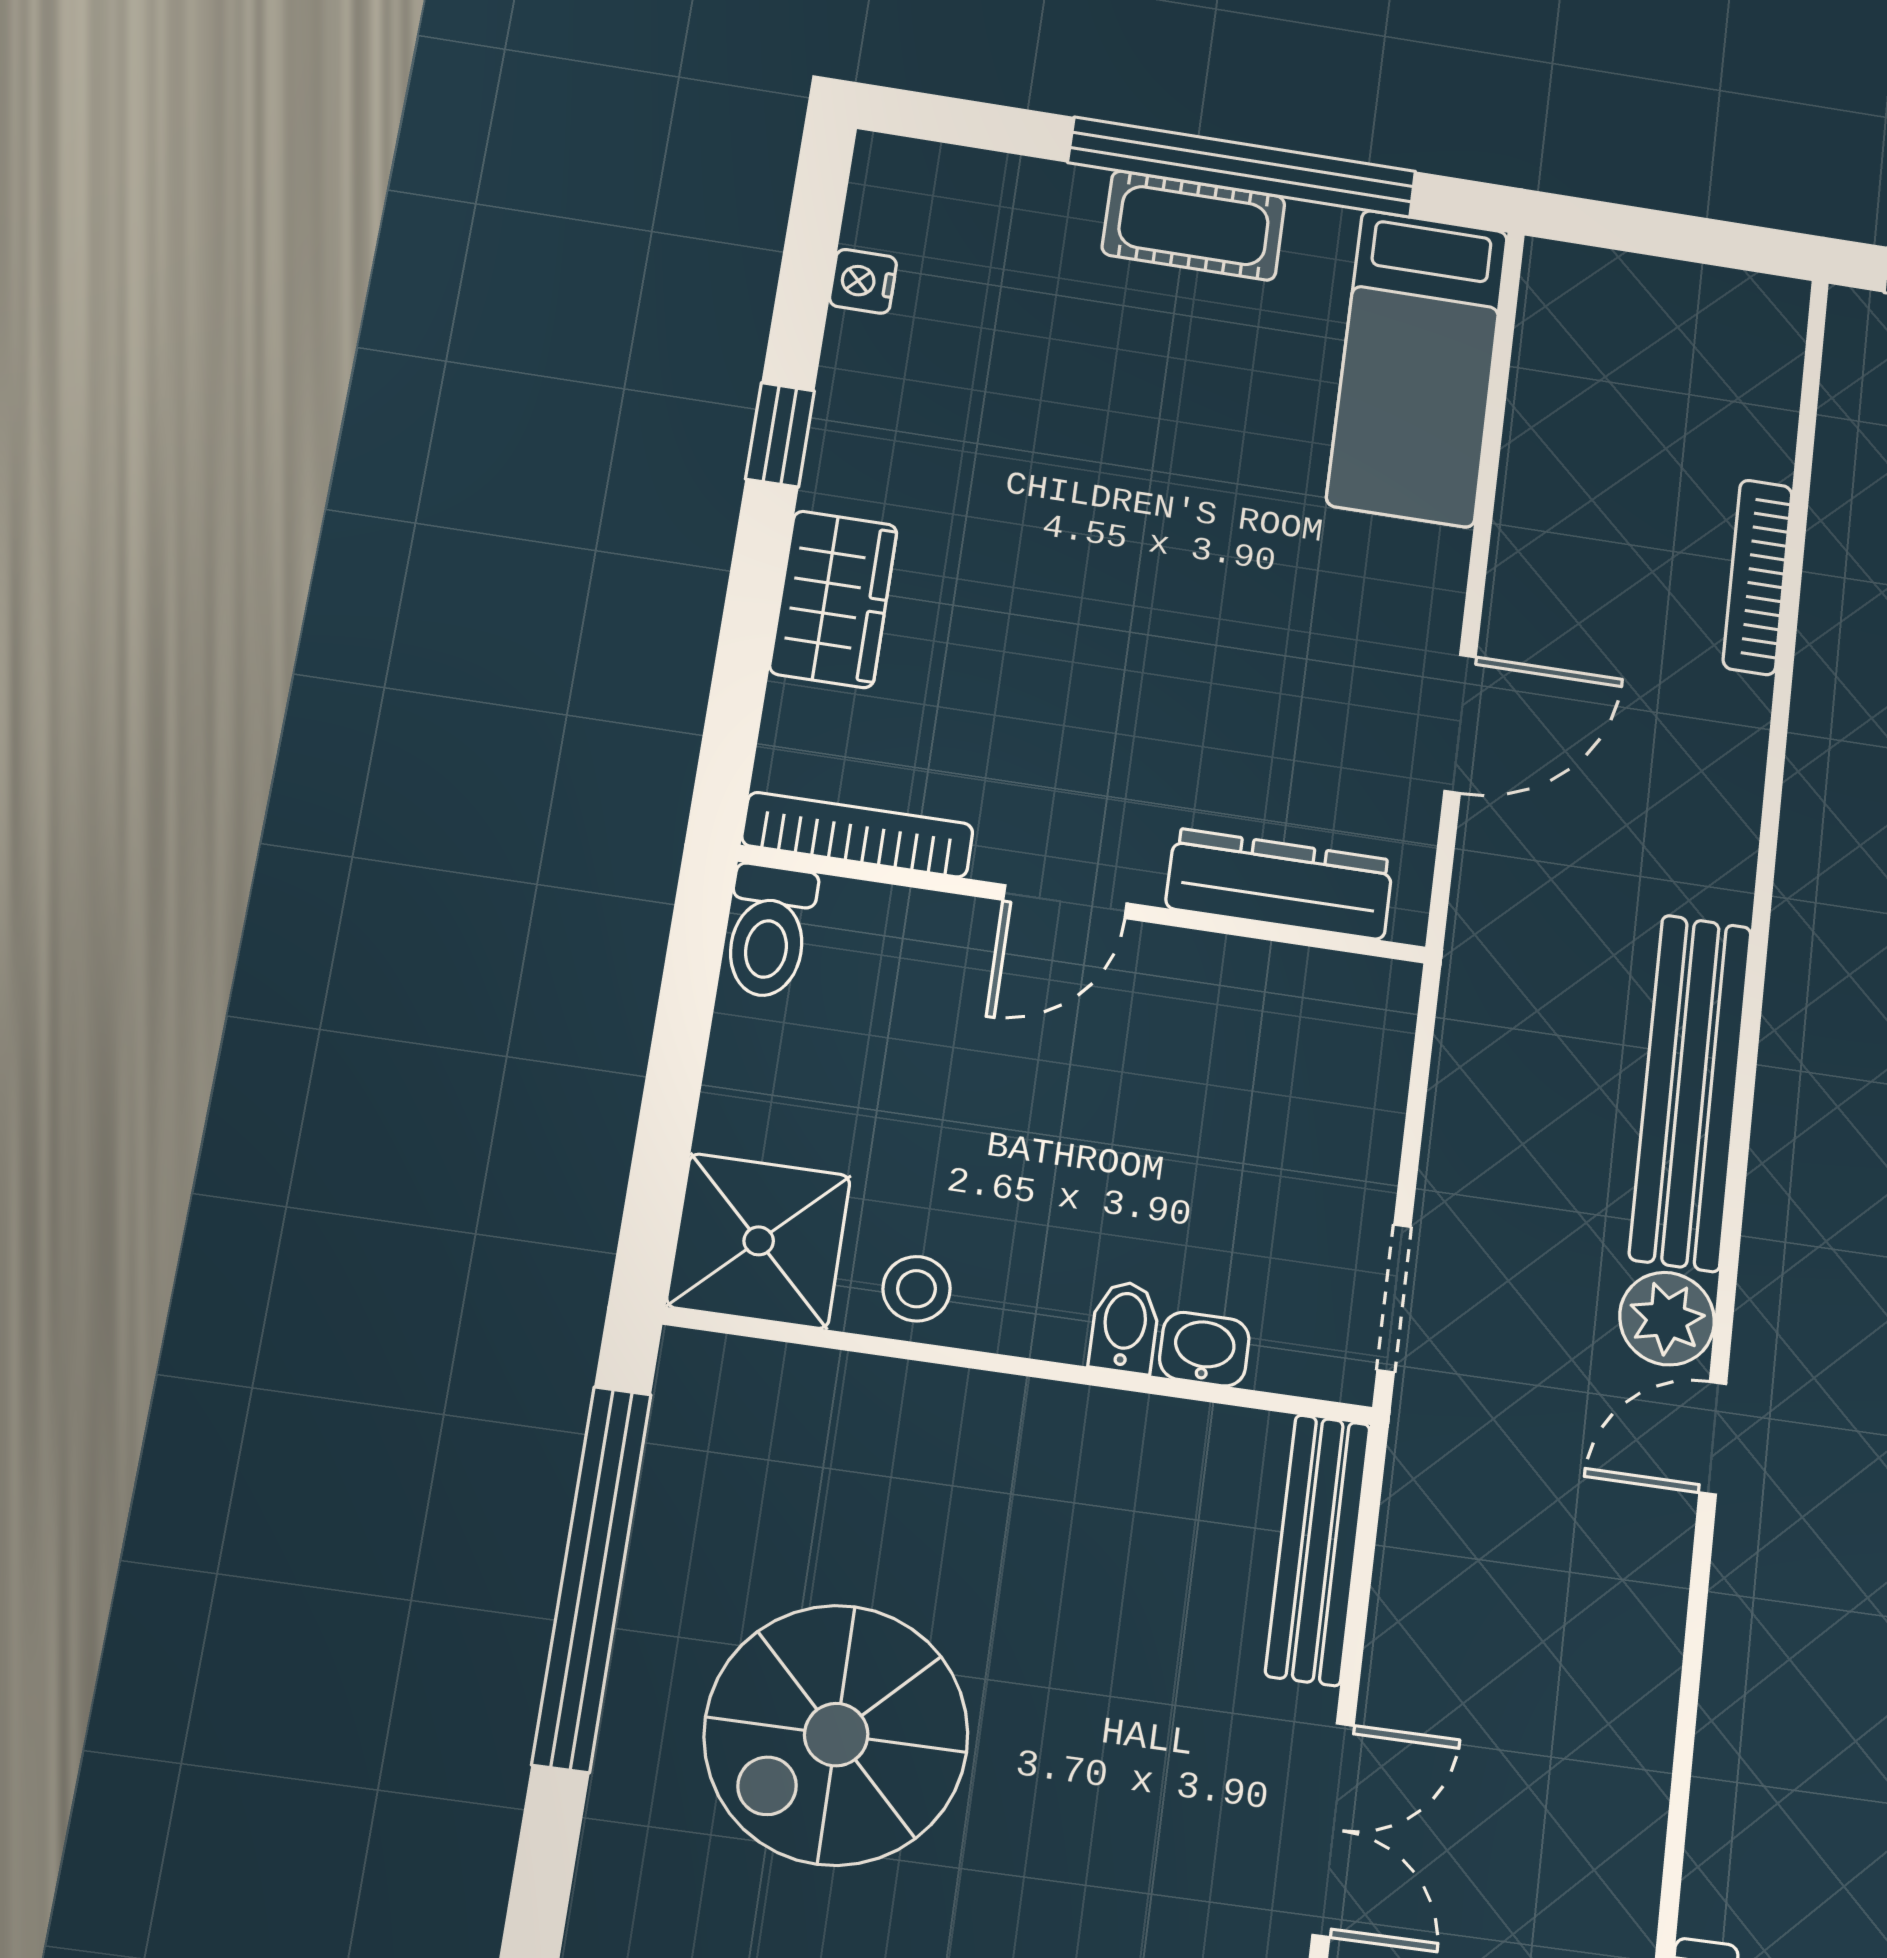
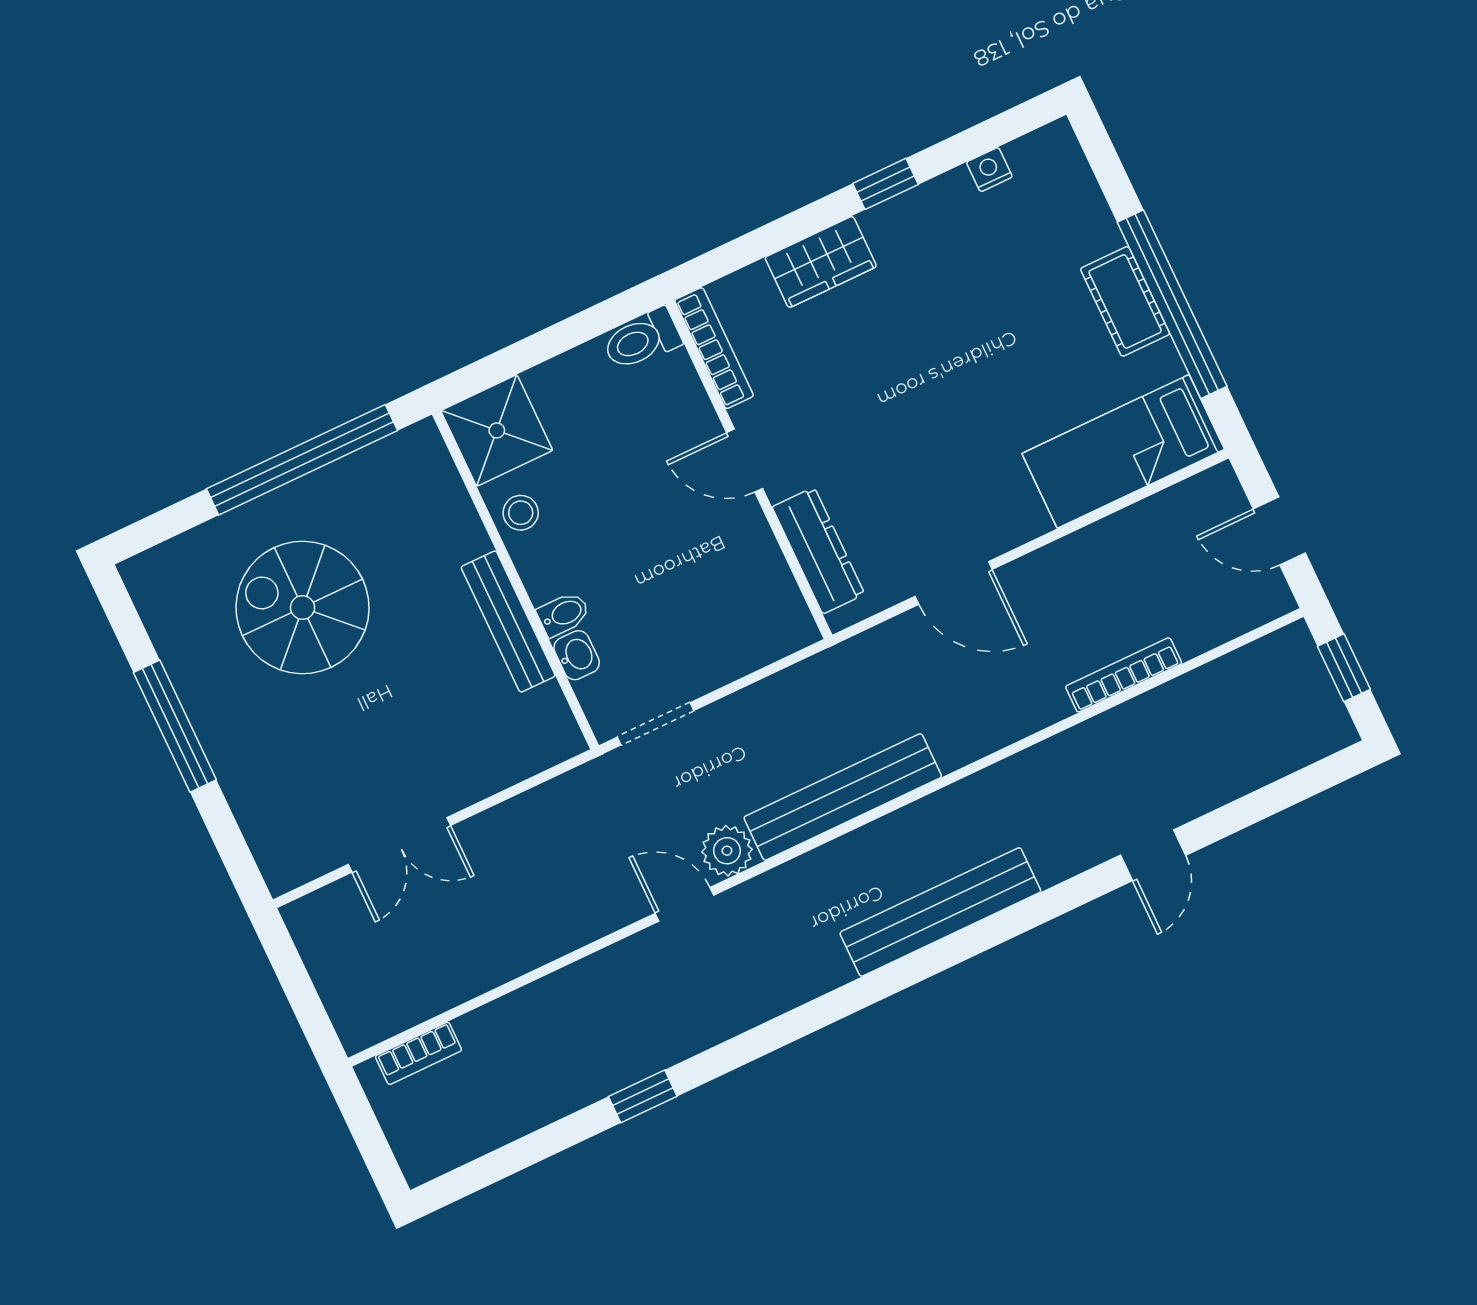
door: (1679, 237) -> (1279, 531), added
bench: (1318, 1549) -> (508, 621), moved, turned 90

